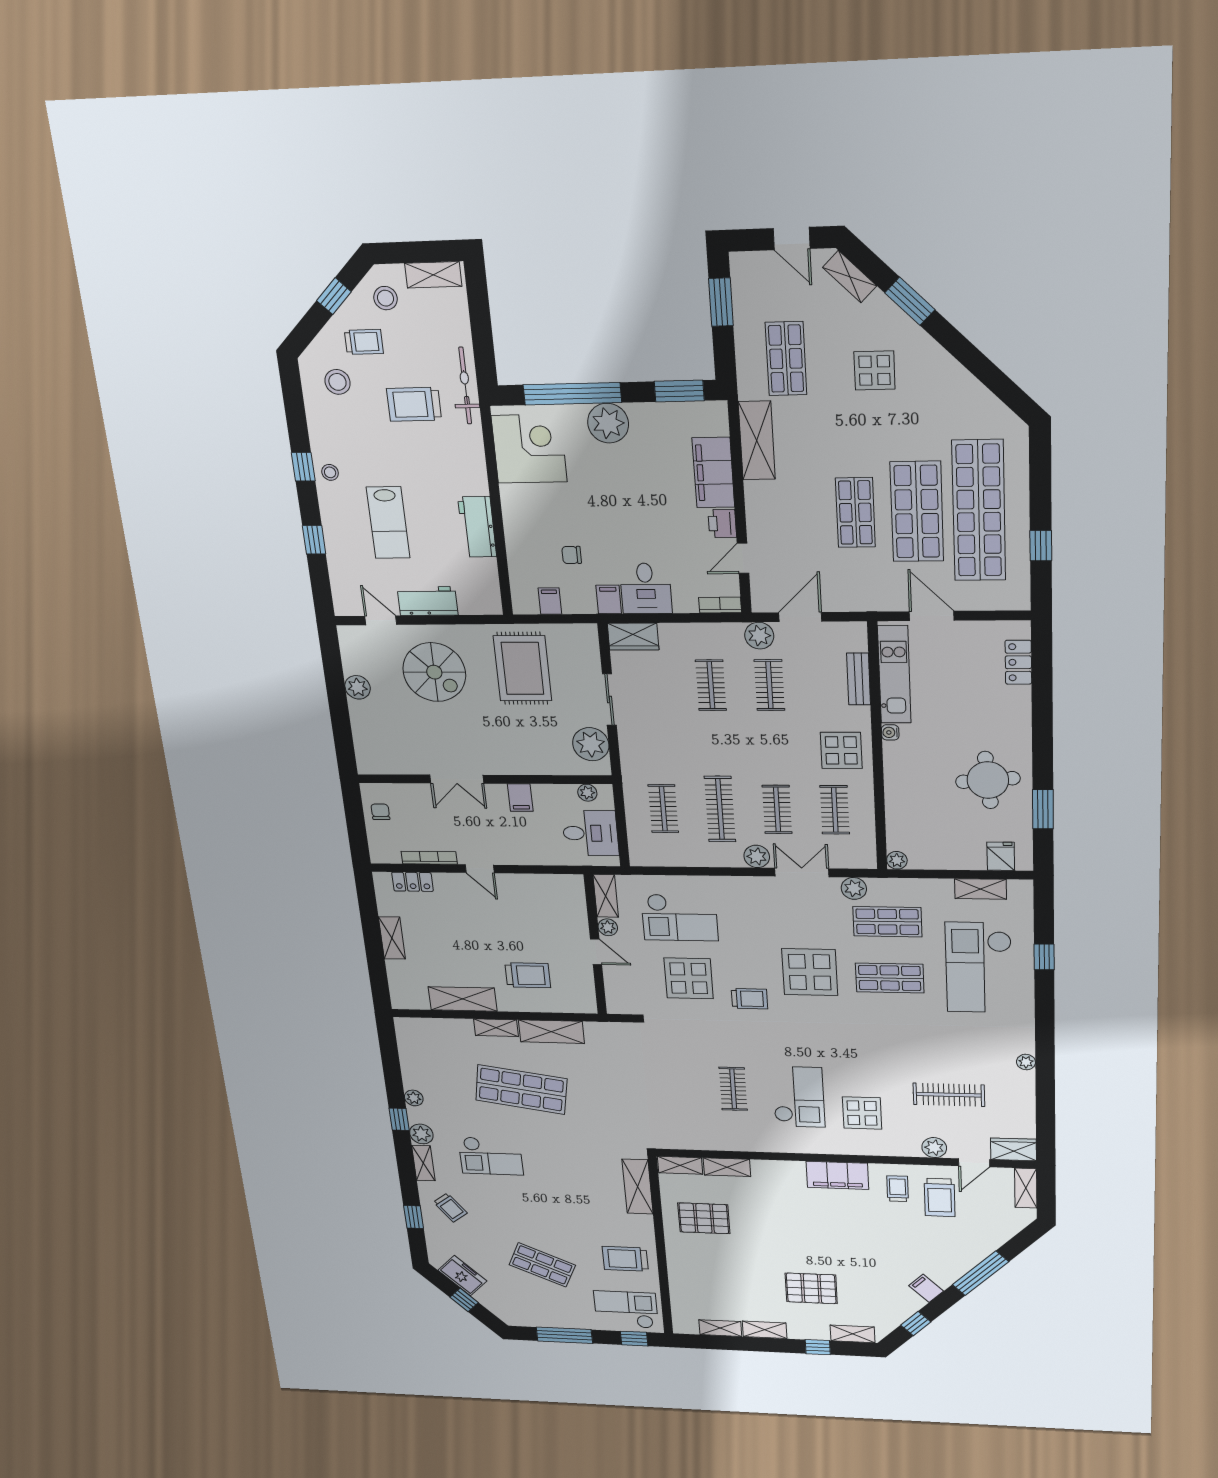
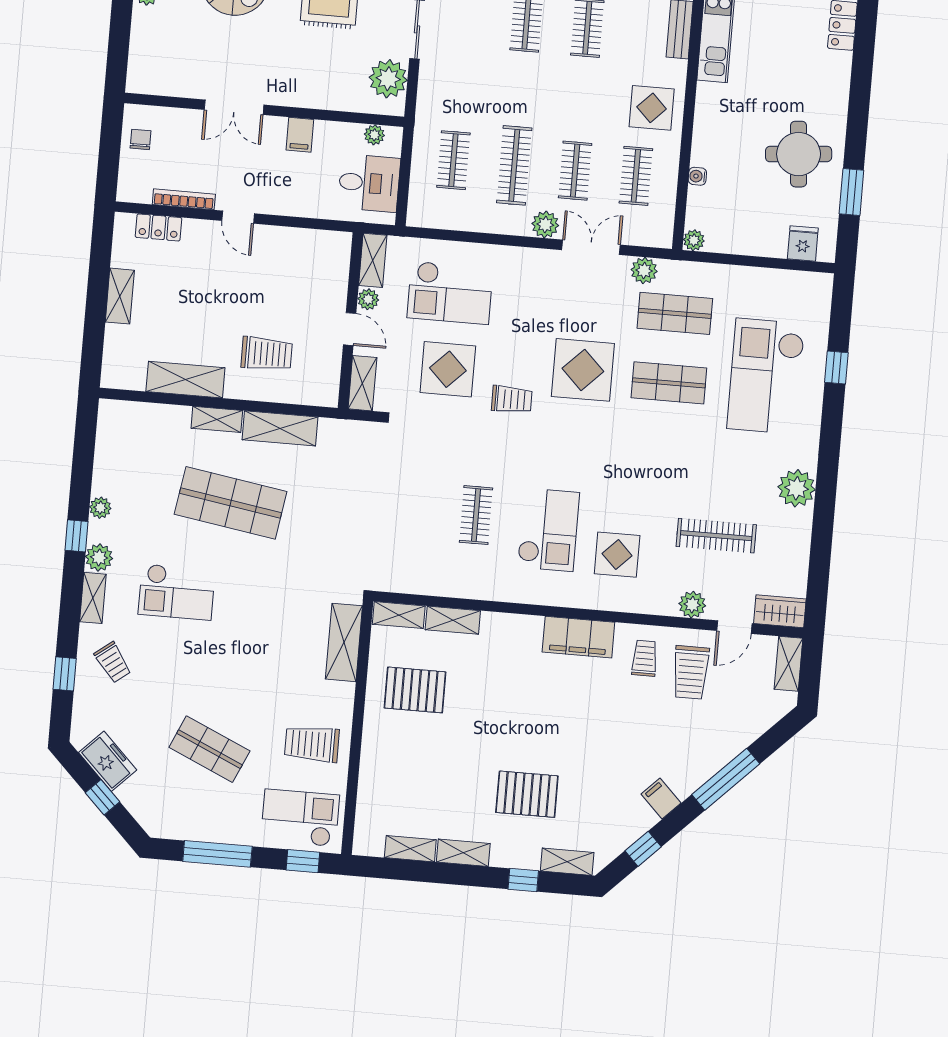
water cooler: (890, 732) -> (697, 176), moved
shelving: (980, 889) -> (362, 383), moved, turned 90
plant: (1026, 1062) -> (797, 488), width x1.88, depth x1.88

